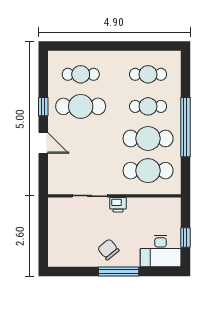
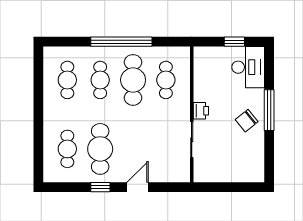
cafe table: (148, 171) -> (166, 80), width x0.73, depth x0.74

